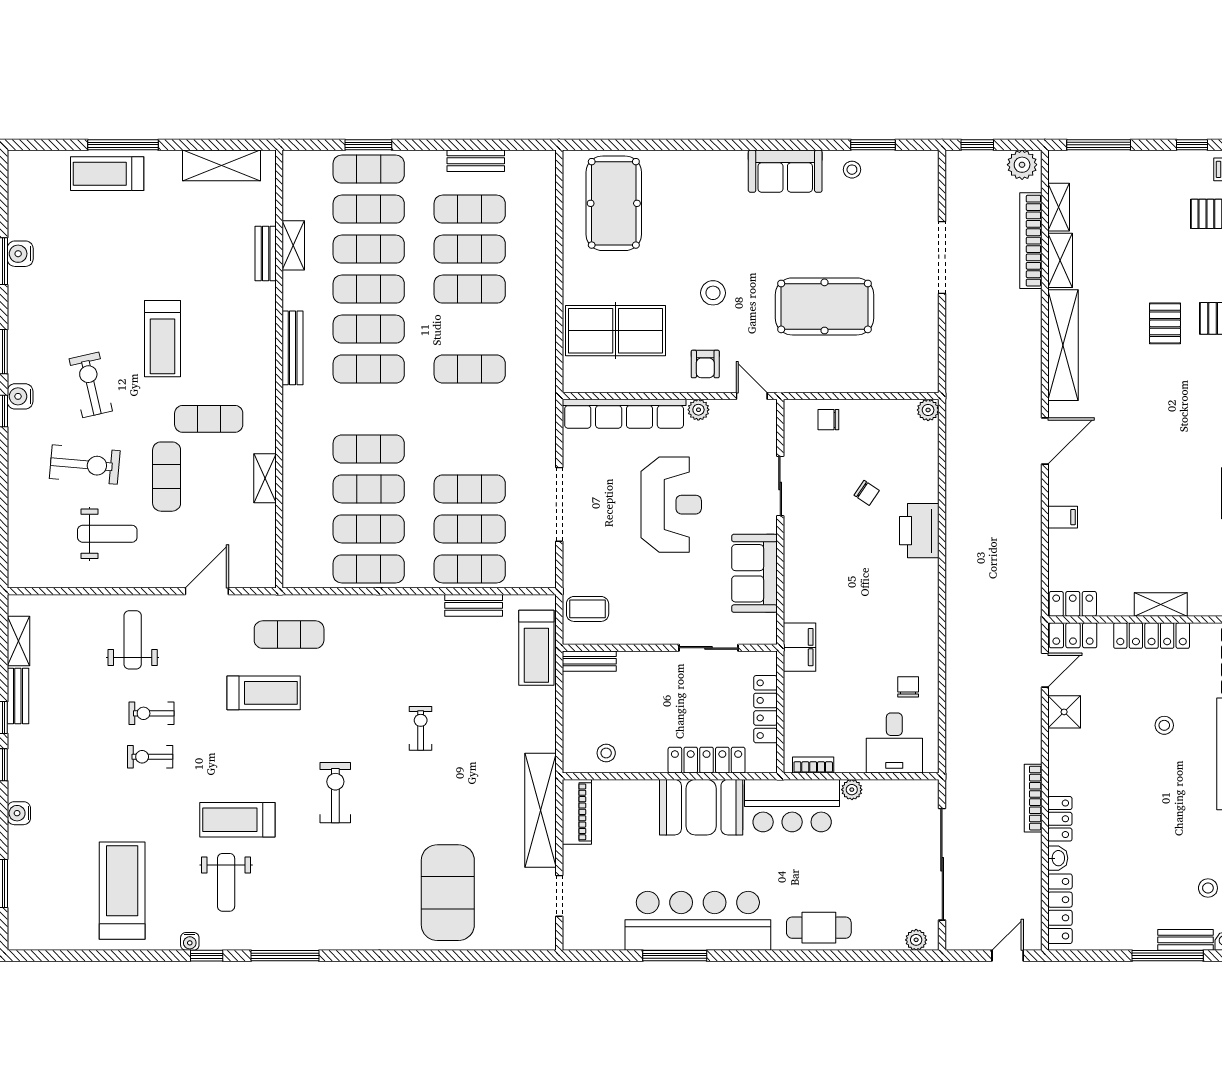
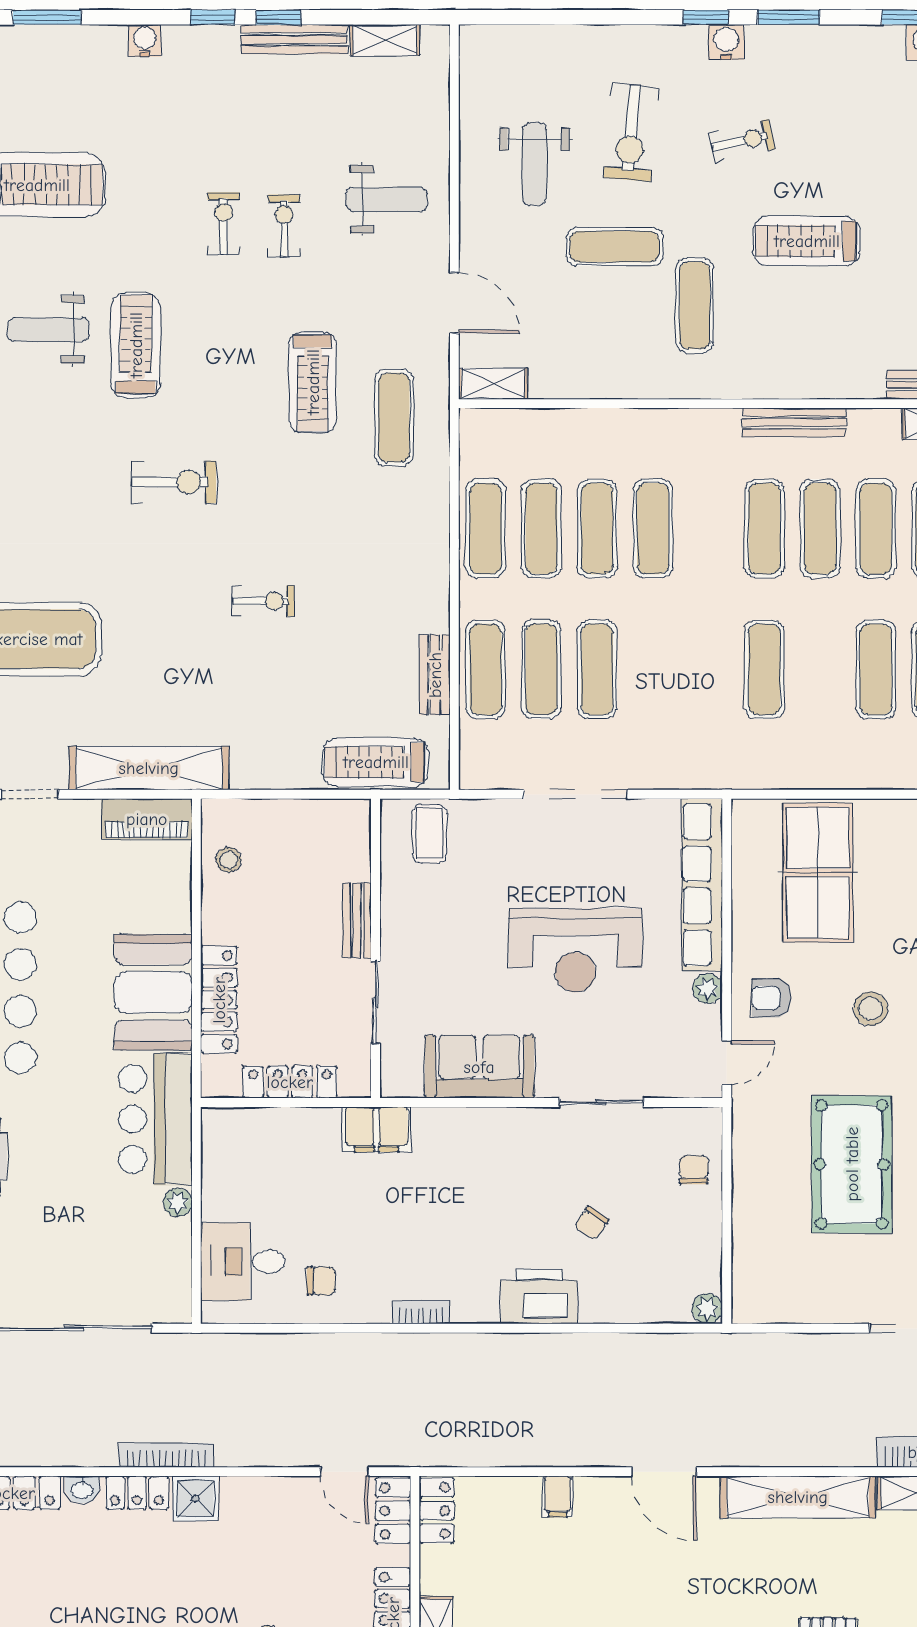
exercise bike: (91, 385) -> (742, 141), width x0.73, depth x0.72
shelving: (265, 478) -> (493, 384), moved
bench: (589, 661) -> (357, 920), moved
bench: (18, 696) -> (294, 39), width x1.36
shower: (1064, 712) -> (195, 1498), moved
bookcase: (813, 765) -> (421, 1313), moved, turned -90

